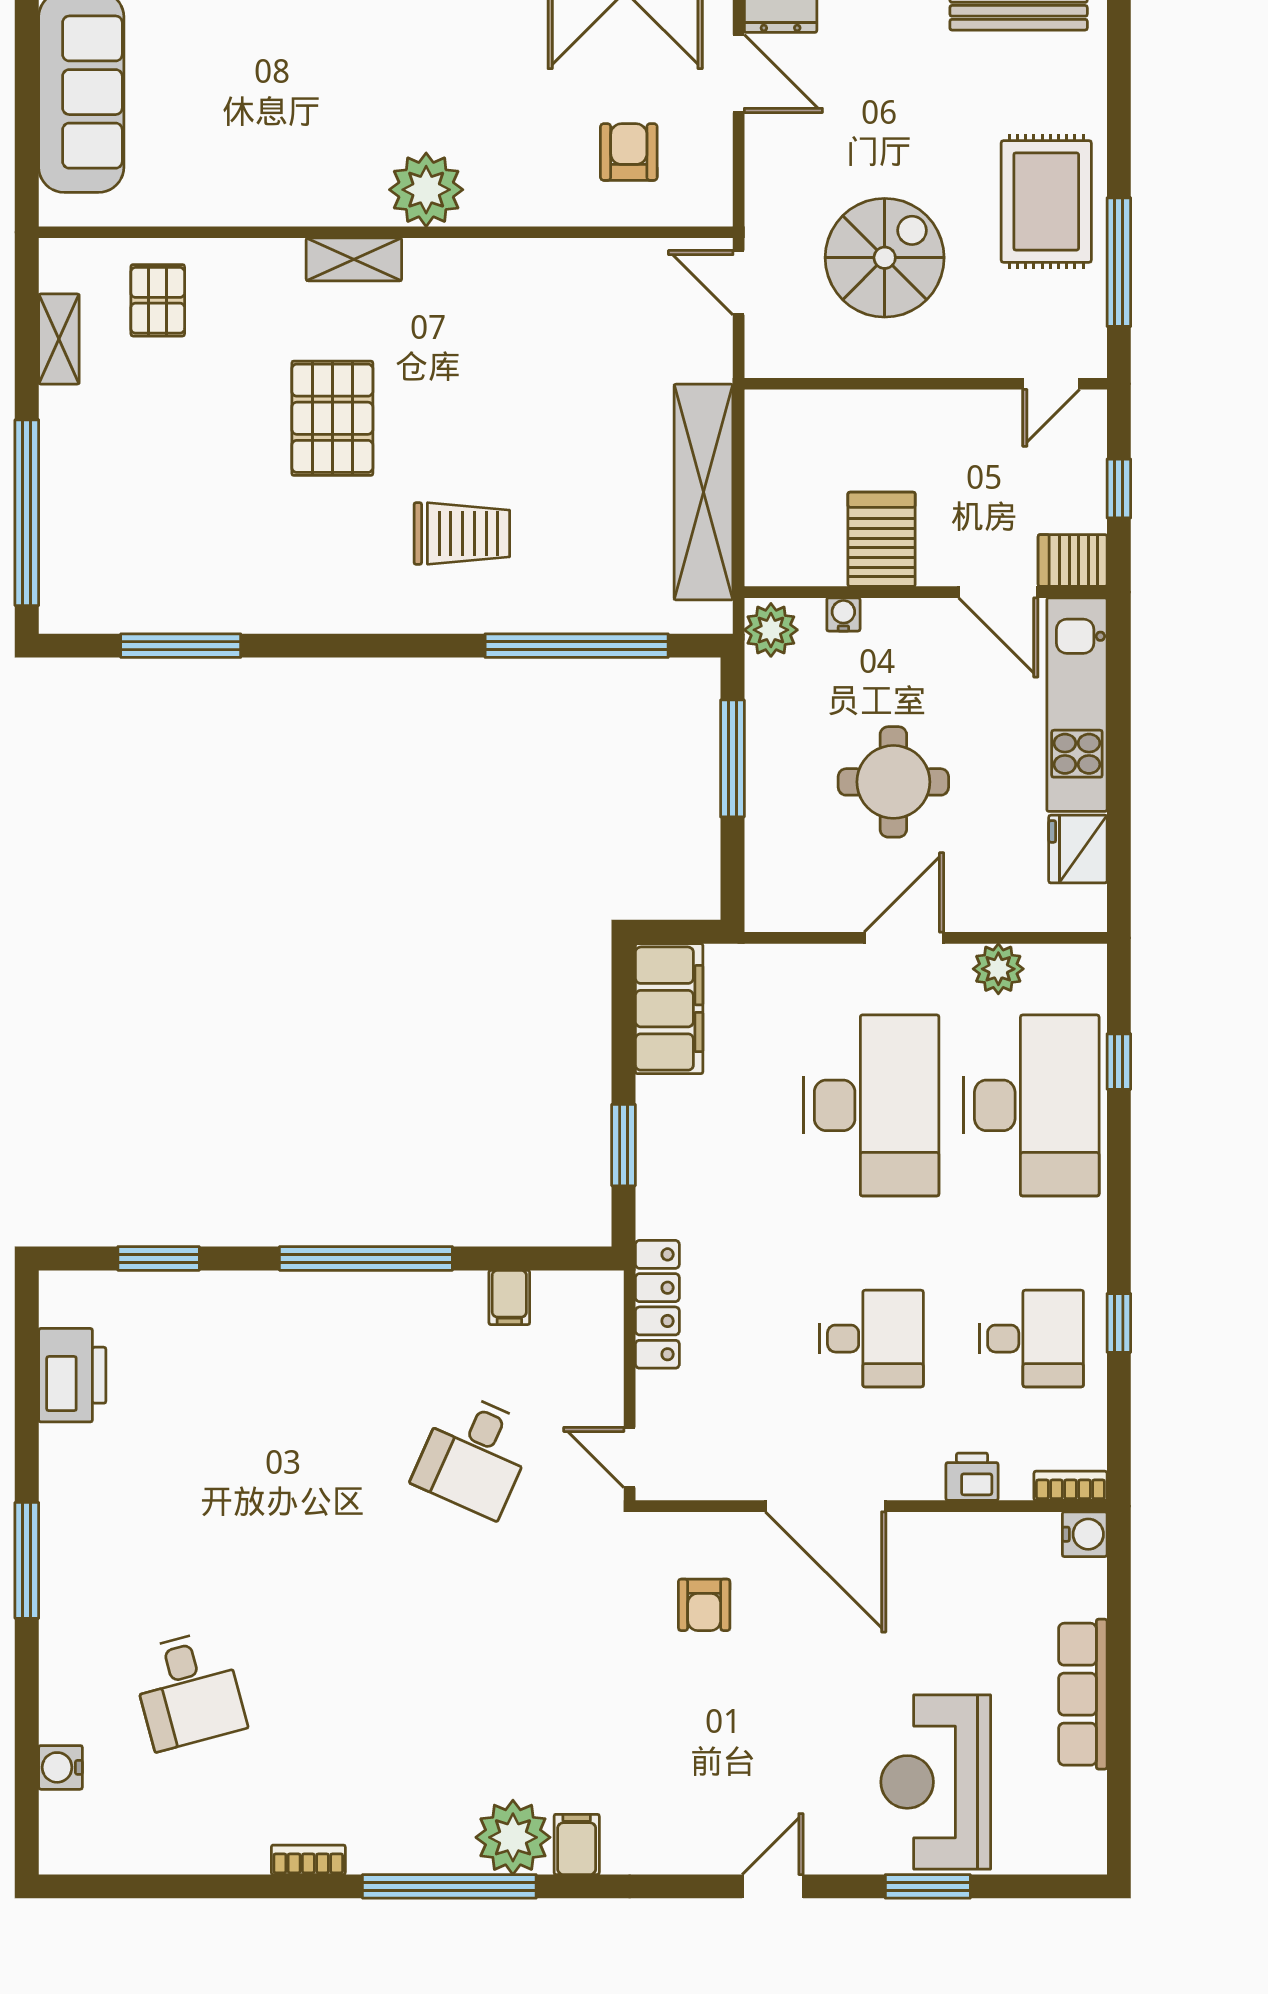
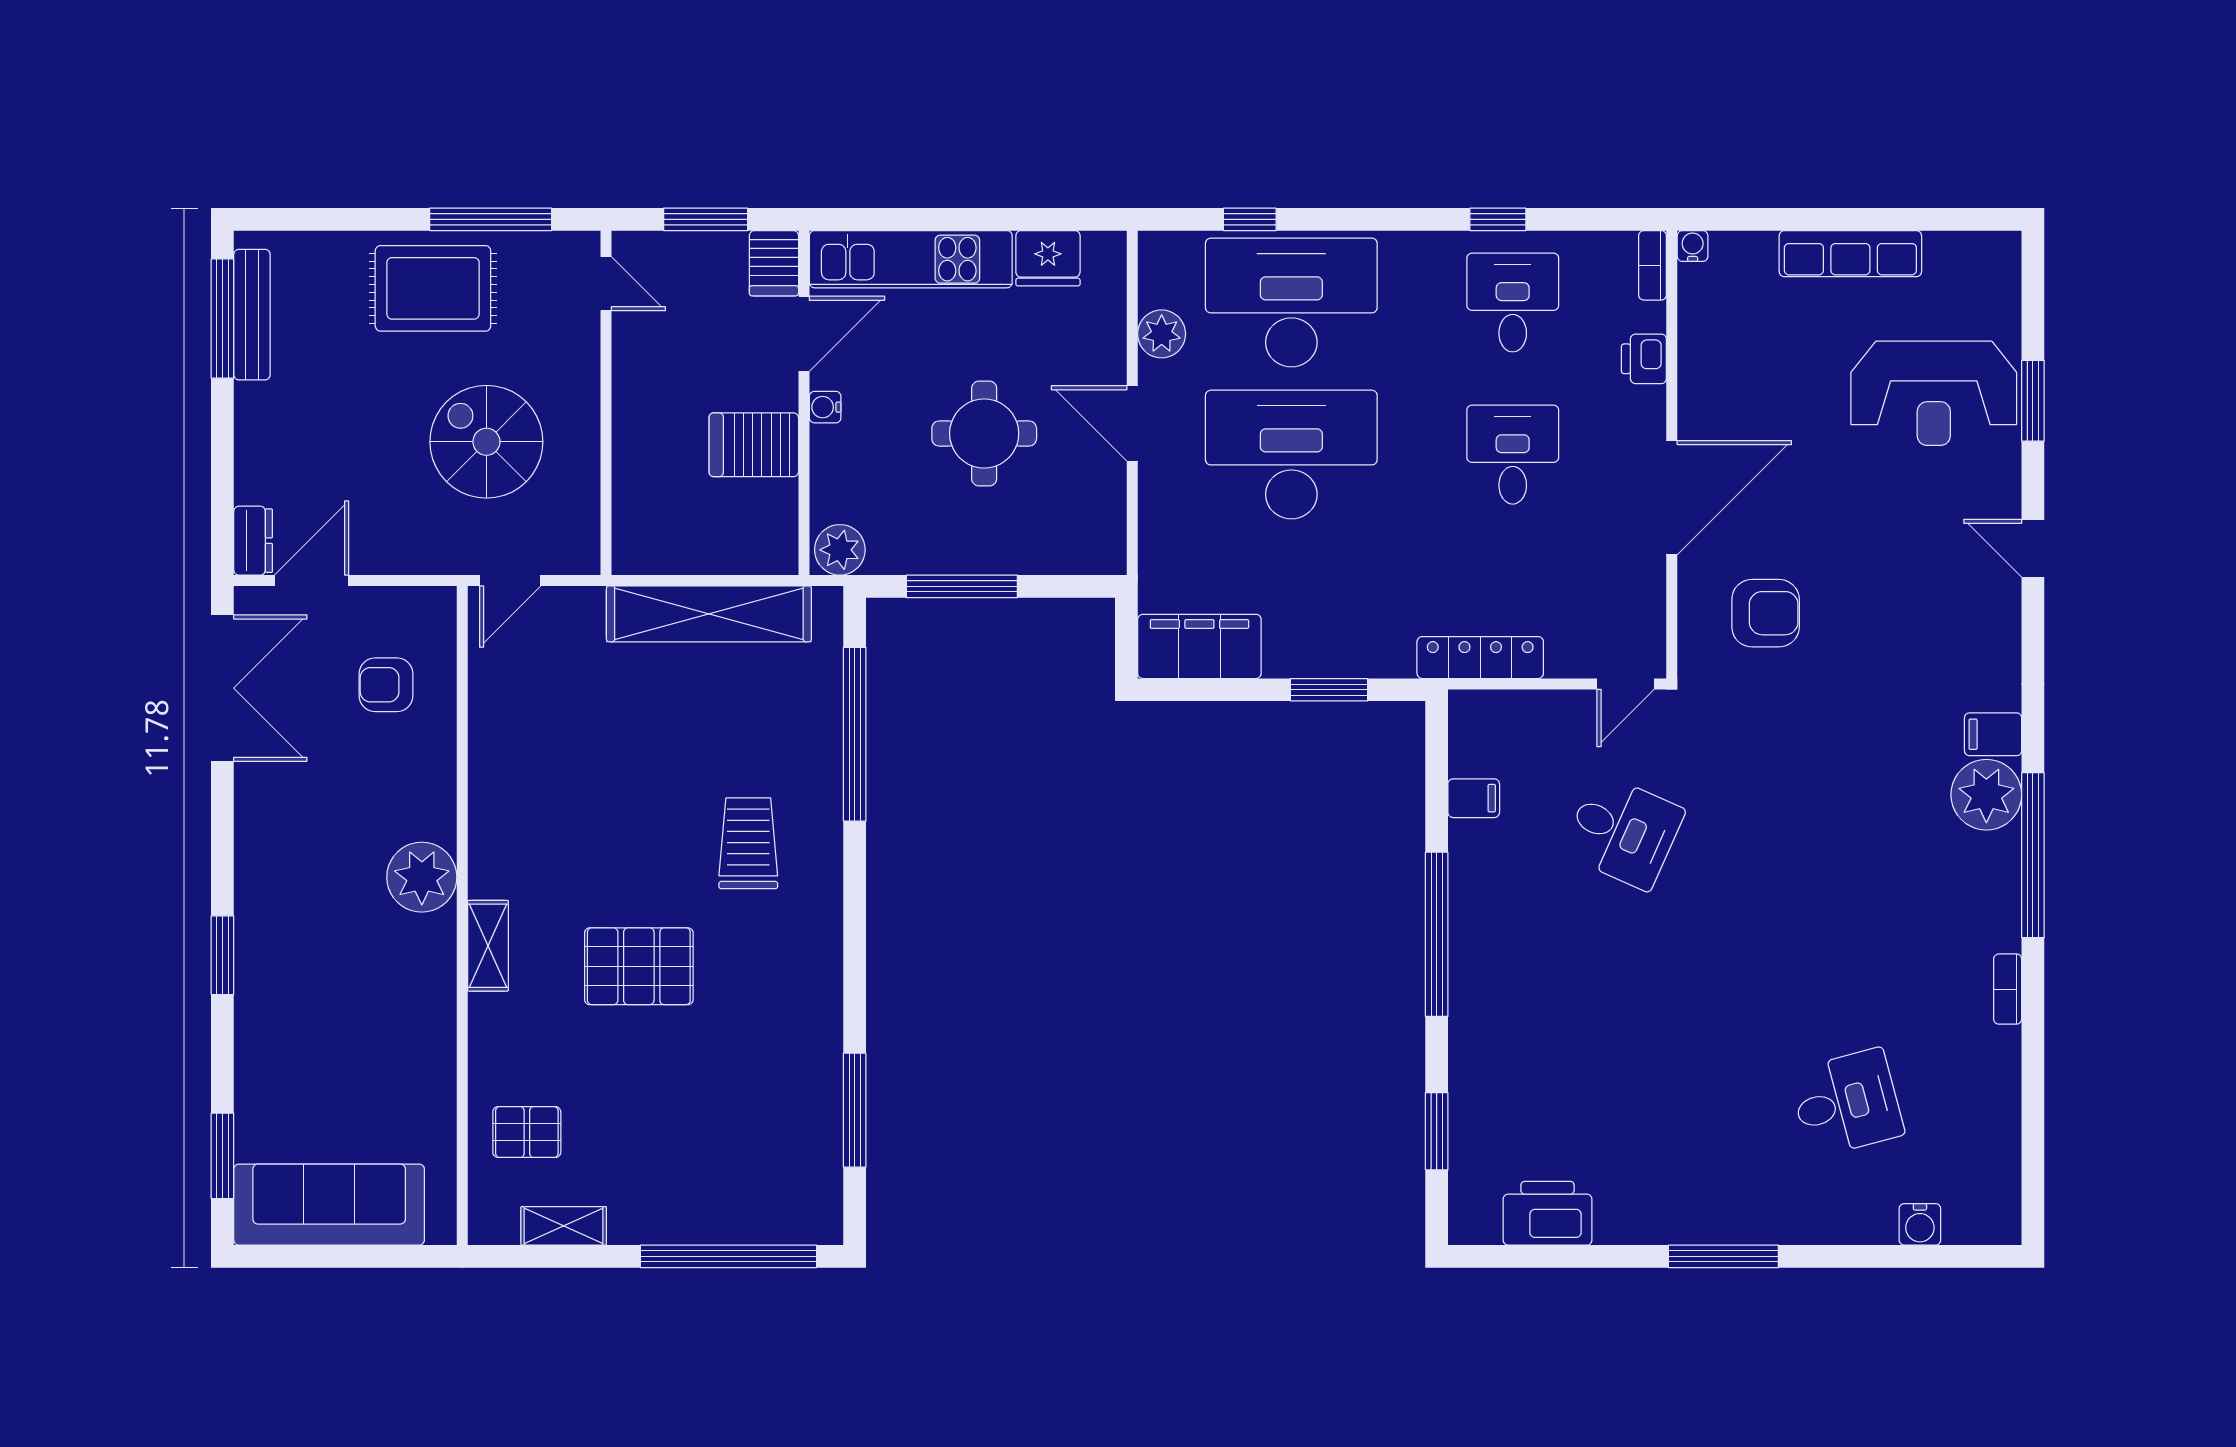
window: (1119, 489) -> (706, 219), width x1.50
water cooler: (843, 614) -> (825, 407), moved
water cooler: (1085, 1534) -> (1693, 246), width x0.72, depth x0.72
armchair: (704, 1605) -> (1766, 613), width x1.38, depth x1.38

